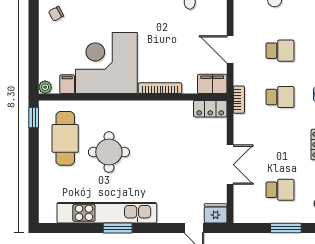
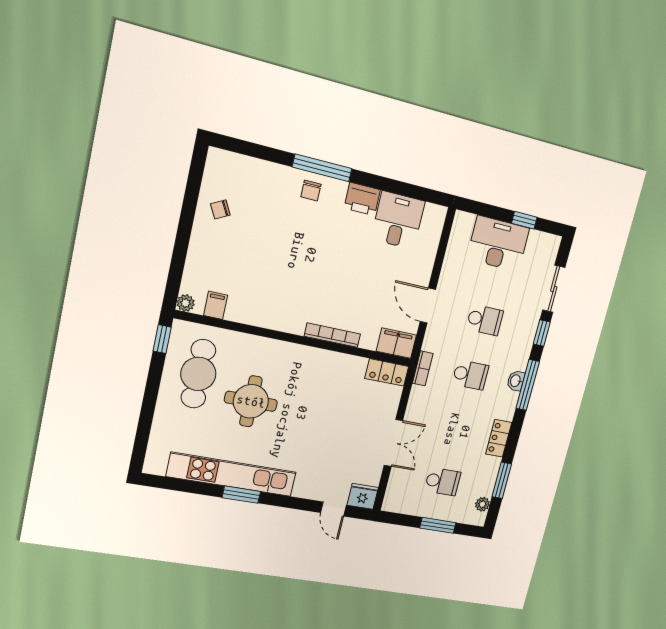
corner desk: (106, 63) -> (272, 289), removed

